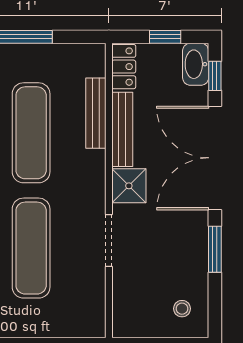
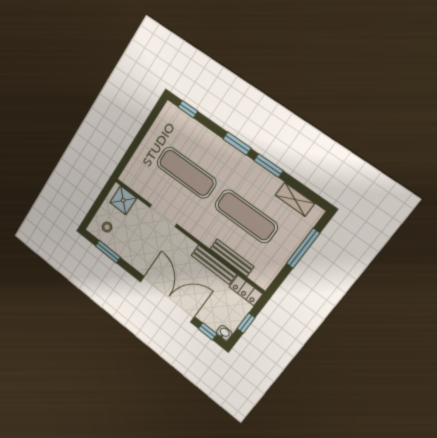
washbasin: (196, 64) -> (224, 333), width x0.52, depth x0.69
shower: (129, 186) -> (123, 200), moved
window: (215, 249) -> (108, 252), moved

